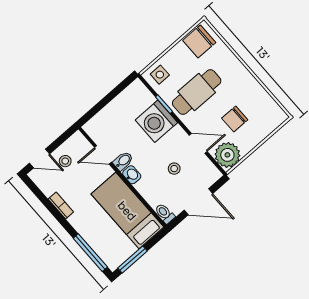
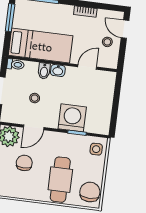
cafe table: (197, 92) -> (60, 180), moved
door: (39, 158) -> (125, 29), hinge flipped
bidet: (123, 161) -> (44, 71), moved

